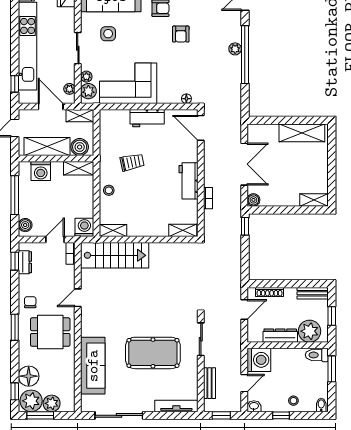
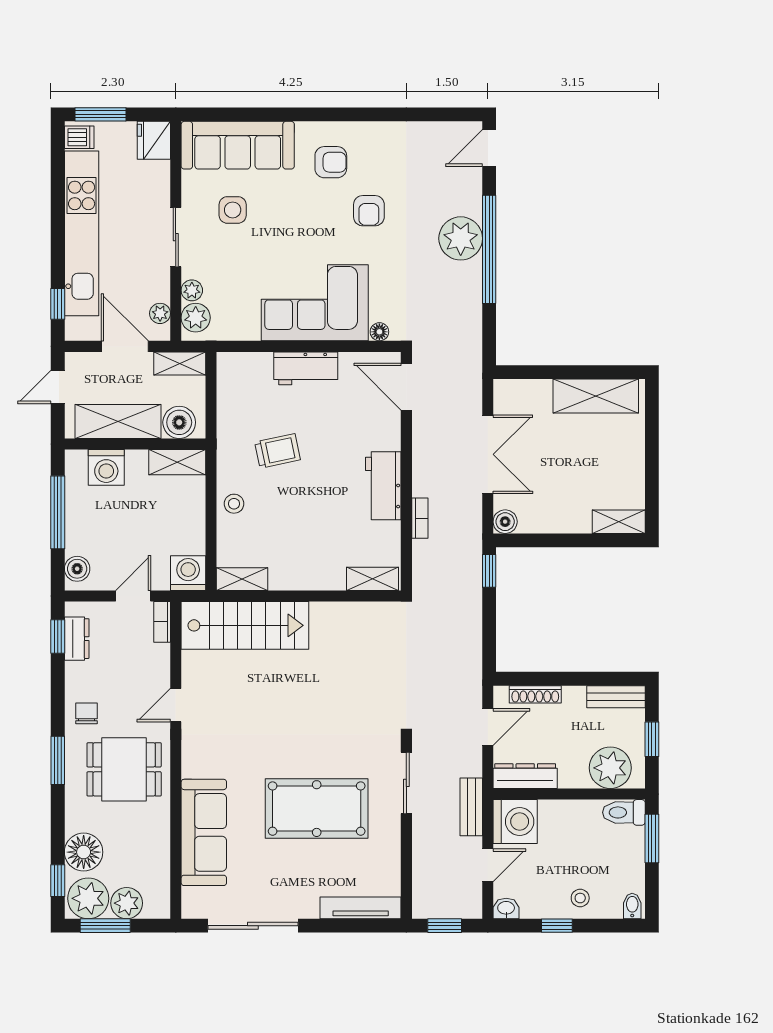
plant: (235, 49) -> (461, 238), width x1.88, depth x1.88
corner sofa: (128, 83) -> (315, 303), moved
dresser: (280, 336) -> (525, 776), moved
bench: (210, 383) -> (471, 807), moved

